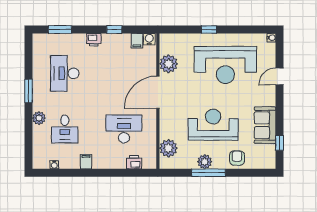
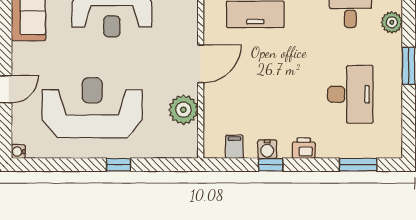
water cooler: (149, 39) -> (267, 149), moved
door: (158, 92) -> (201, 64), width x0.73

